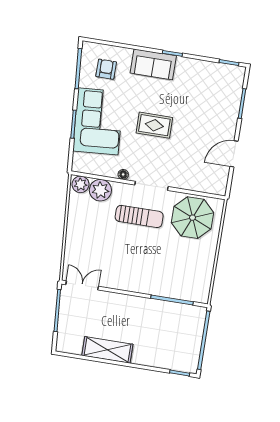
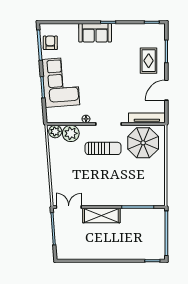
armchair: (106, 69) -> (50, 43), moved
rug: (154, 125) -> (149, 61), moved, turned 90
tv unit: (203, 186) -> (147, 118), added
shelving: (107, 350) -> (101, 216), moved

